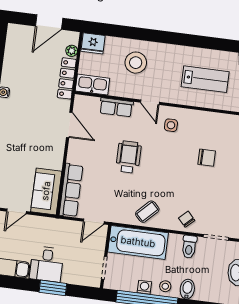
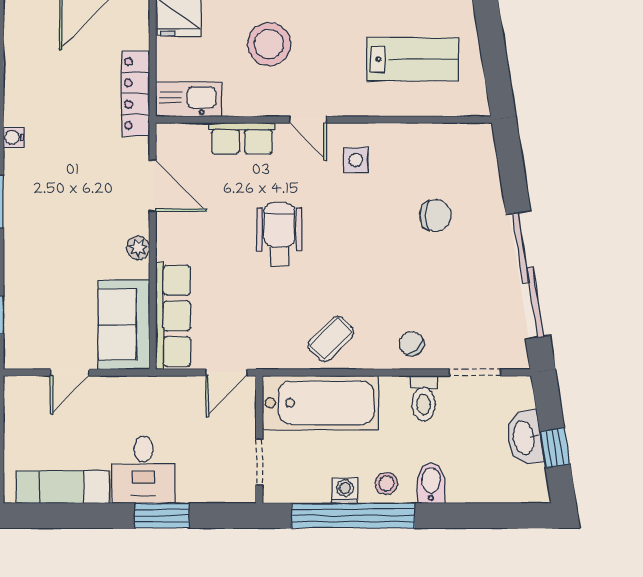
plant: (72, 51) -> (138, 248), moved

